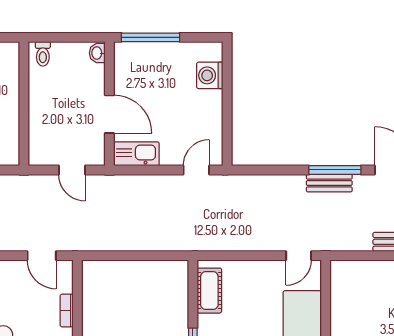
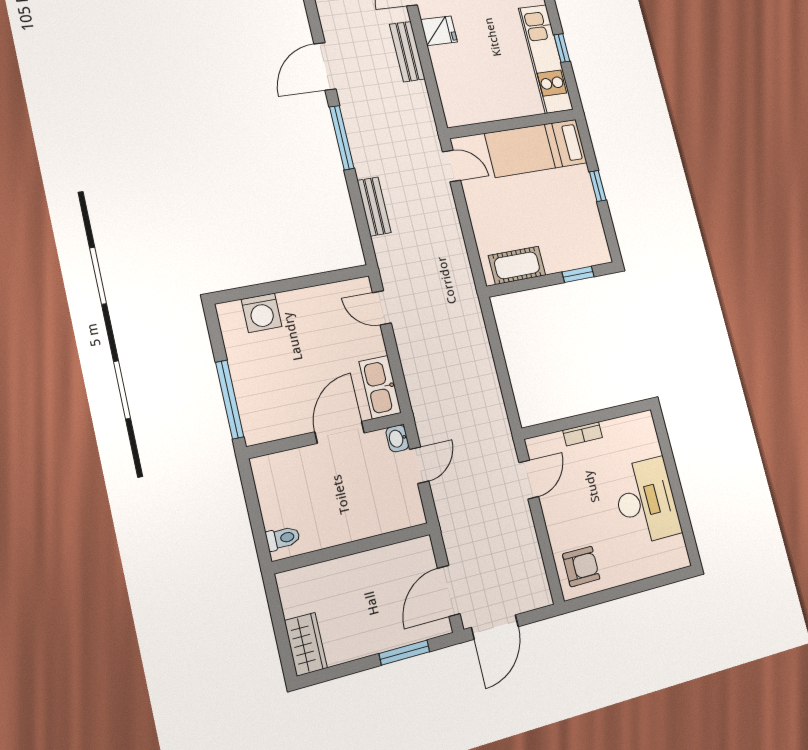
washbasin: (97, 53) -> (397, 438), moved, turned 90
bench: (329, 183) -> (374, 206), moved

